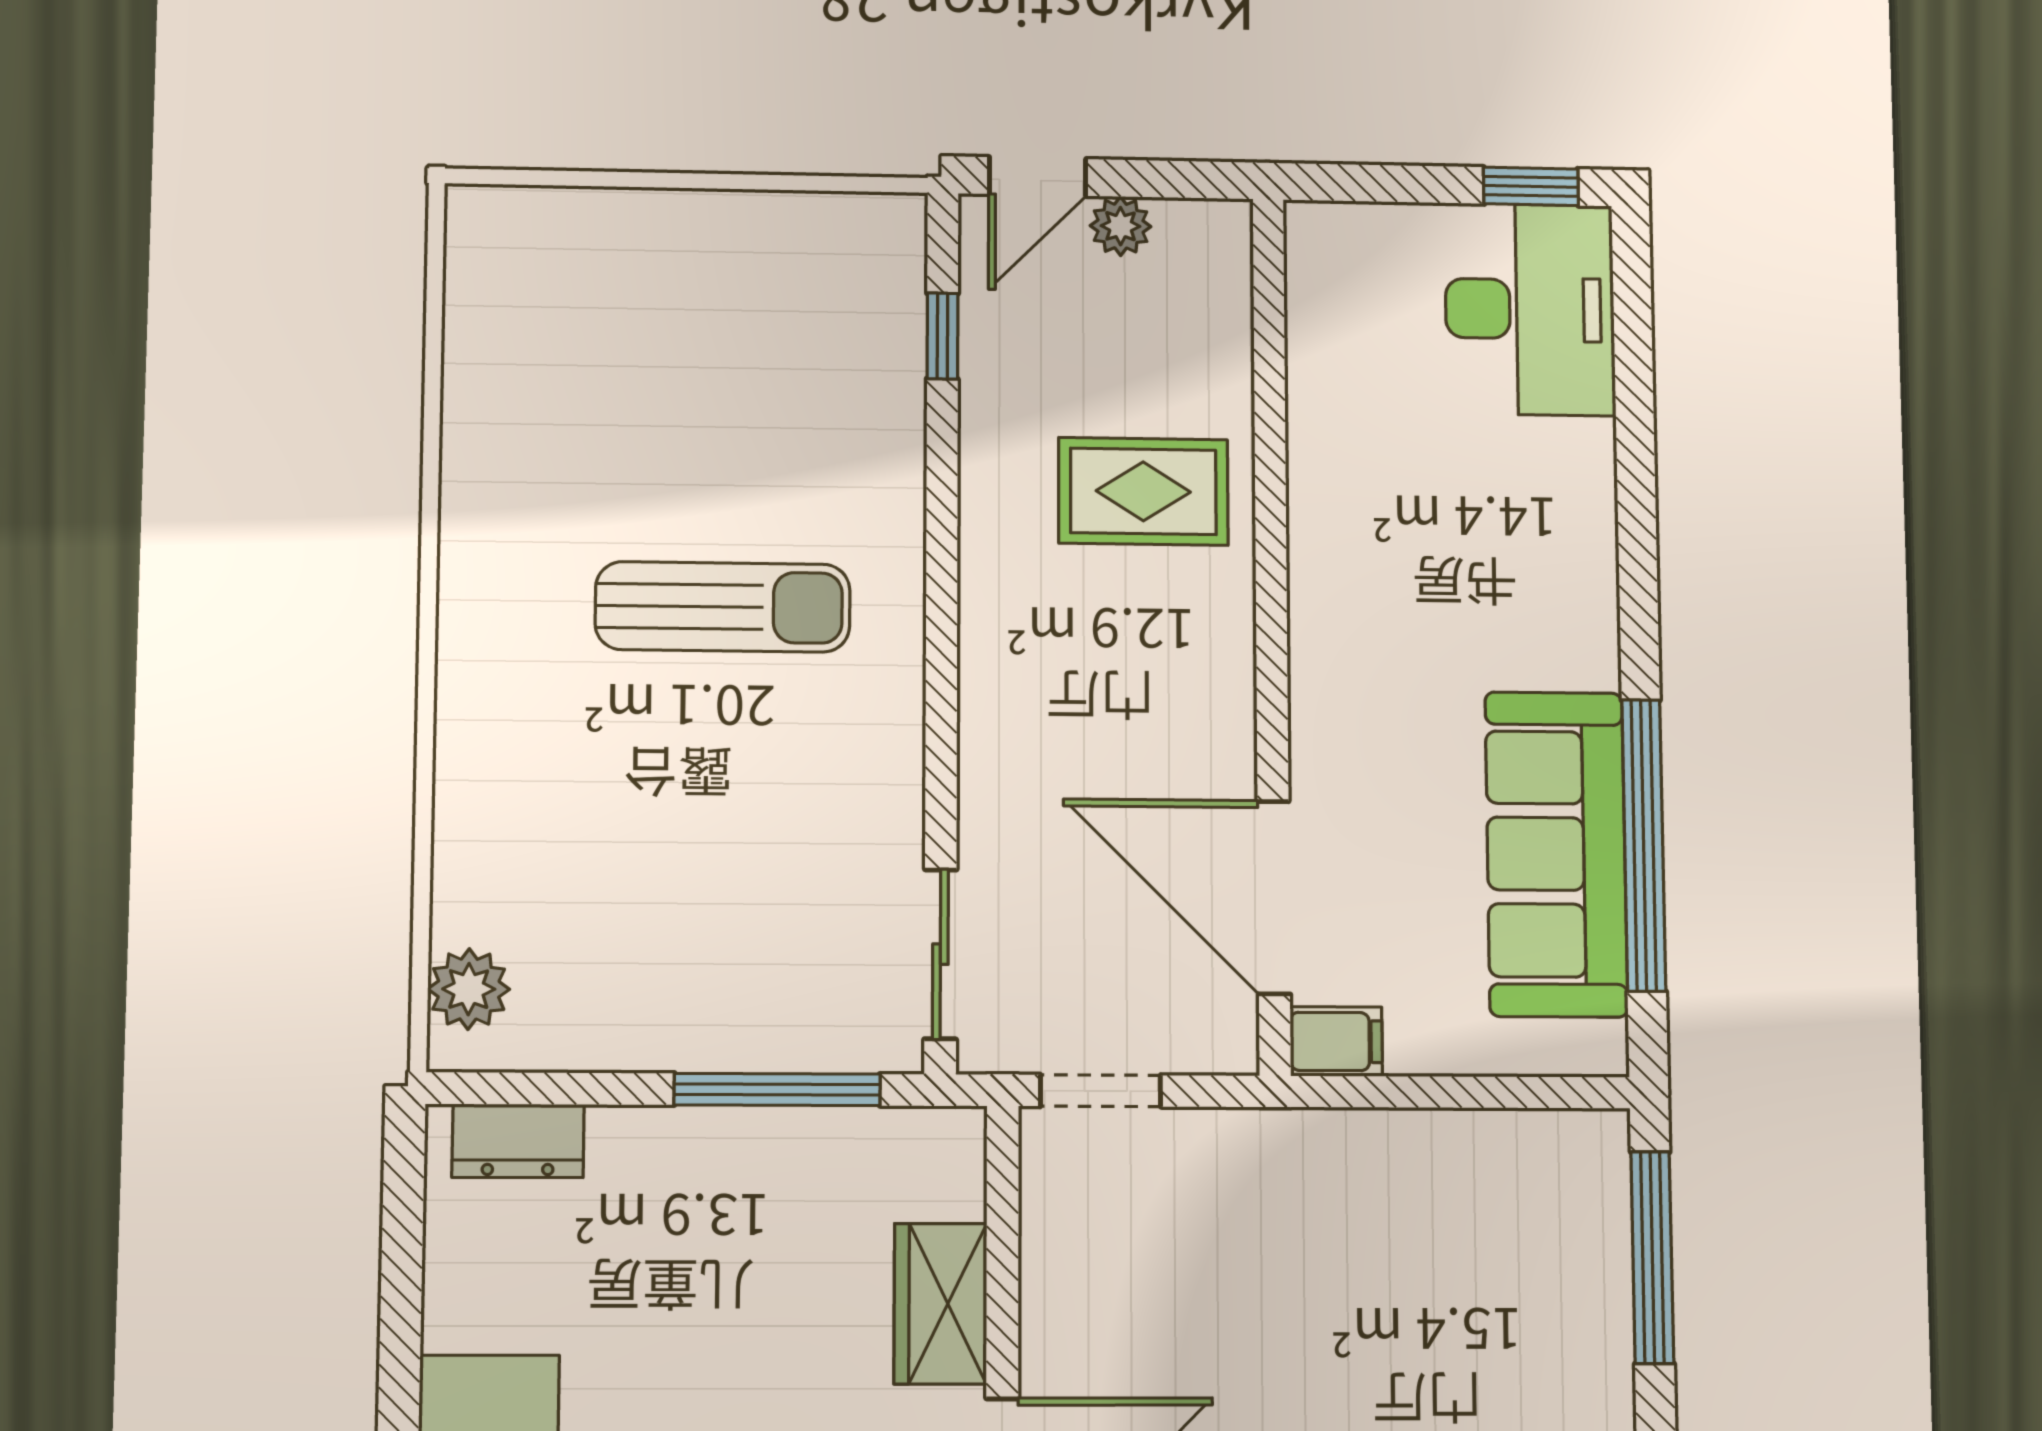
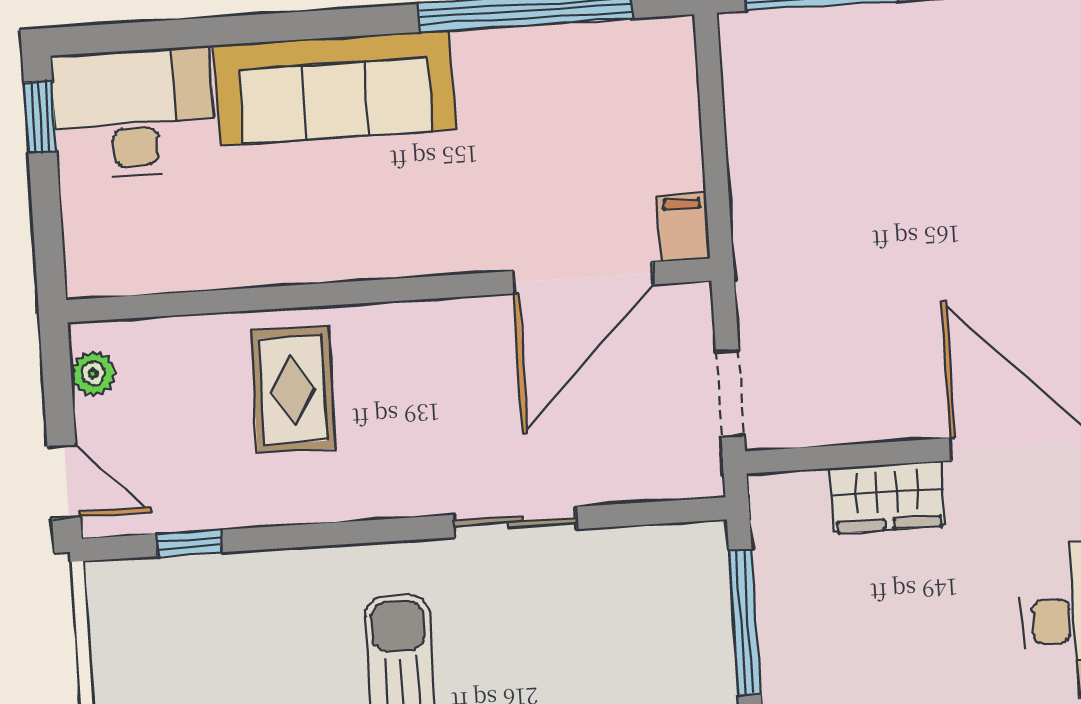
plant: (1121, 226) -> (93, 374), moved
sofa: (1556, 854) -> (335, 88), moved
sliding door: (940, 954) -> (515, 522), moved

